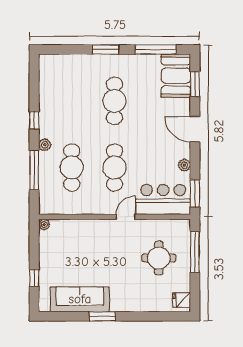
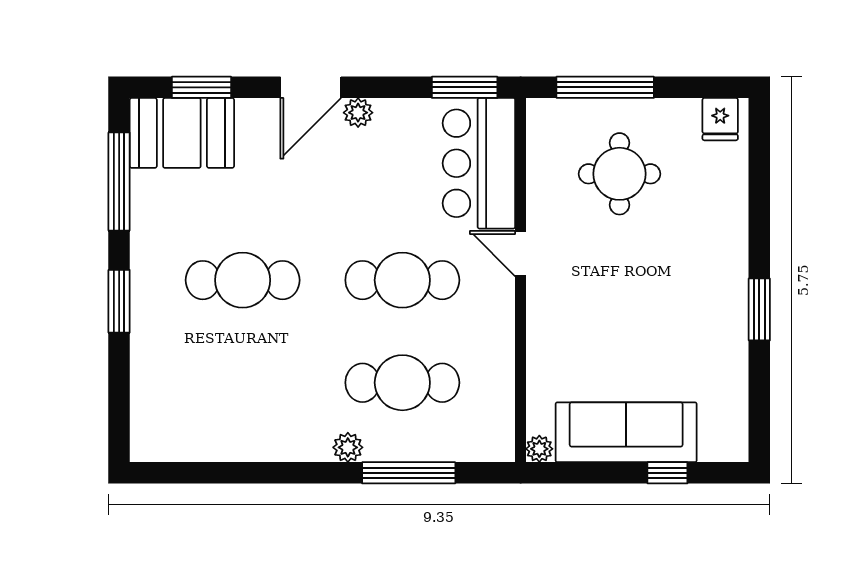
window: (34, 120) -> (289, 473), removed
plant: (184, 165) -> (358, 113), moved
sofa: (80, 299) -> (626, 432), moved, turned 90

